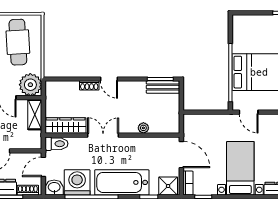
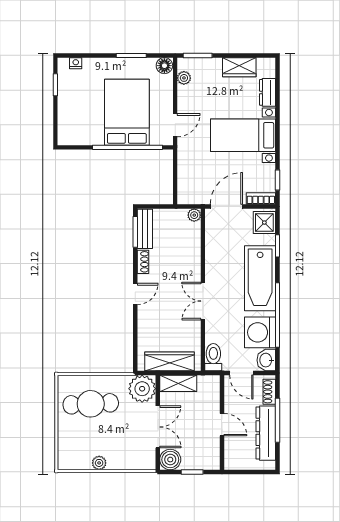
shoe rack: (89, 85) -> (143, 262), moved
wardrobe: (66, 125) -> (170, 361), moved, turned 90
plant: (143, 128) -> (194, 215), moved

